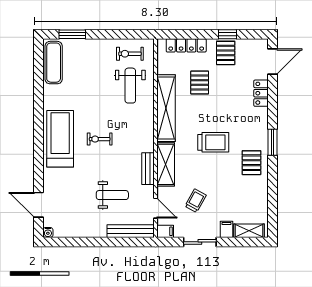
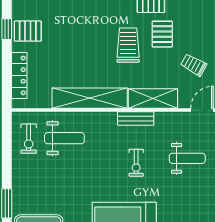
pallet: (200, 83) -> (162, 34), moved, turned 90
exercise bike: (100, 139) -> (136, 163), moved
bench: (148, 169) -> (136, 118), moved
weight bench: (112, 195) -> (187, 158), turned 90

